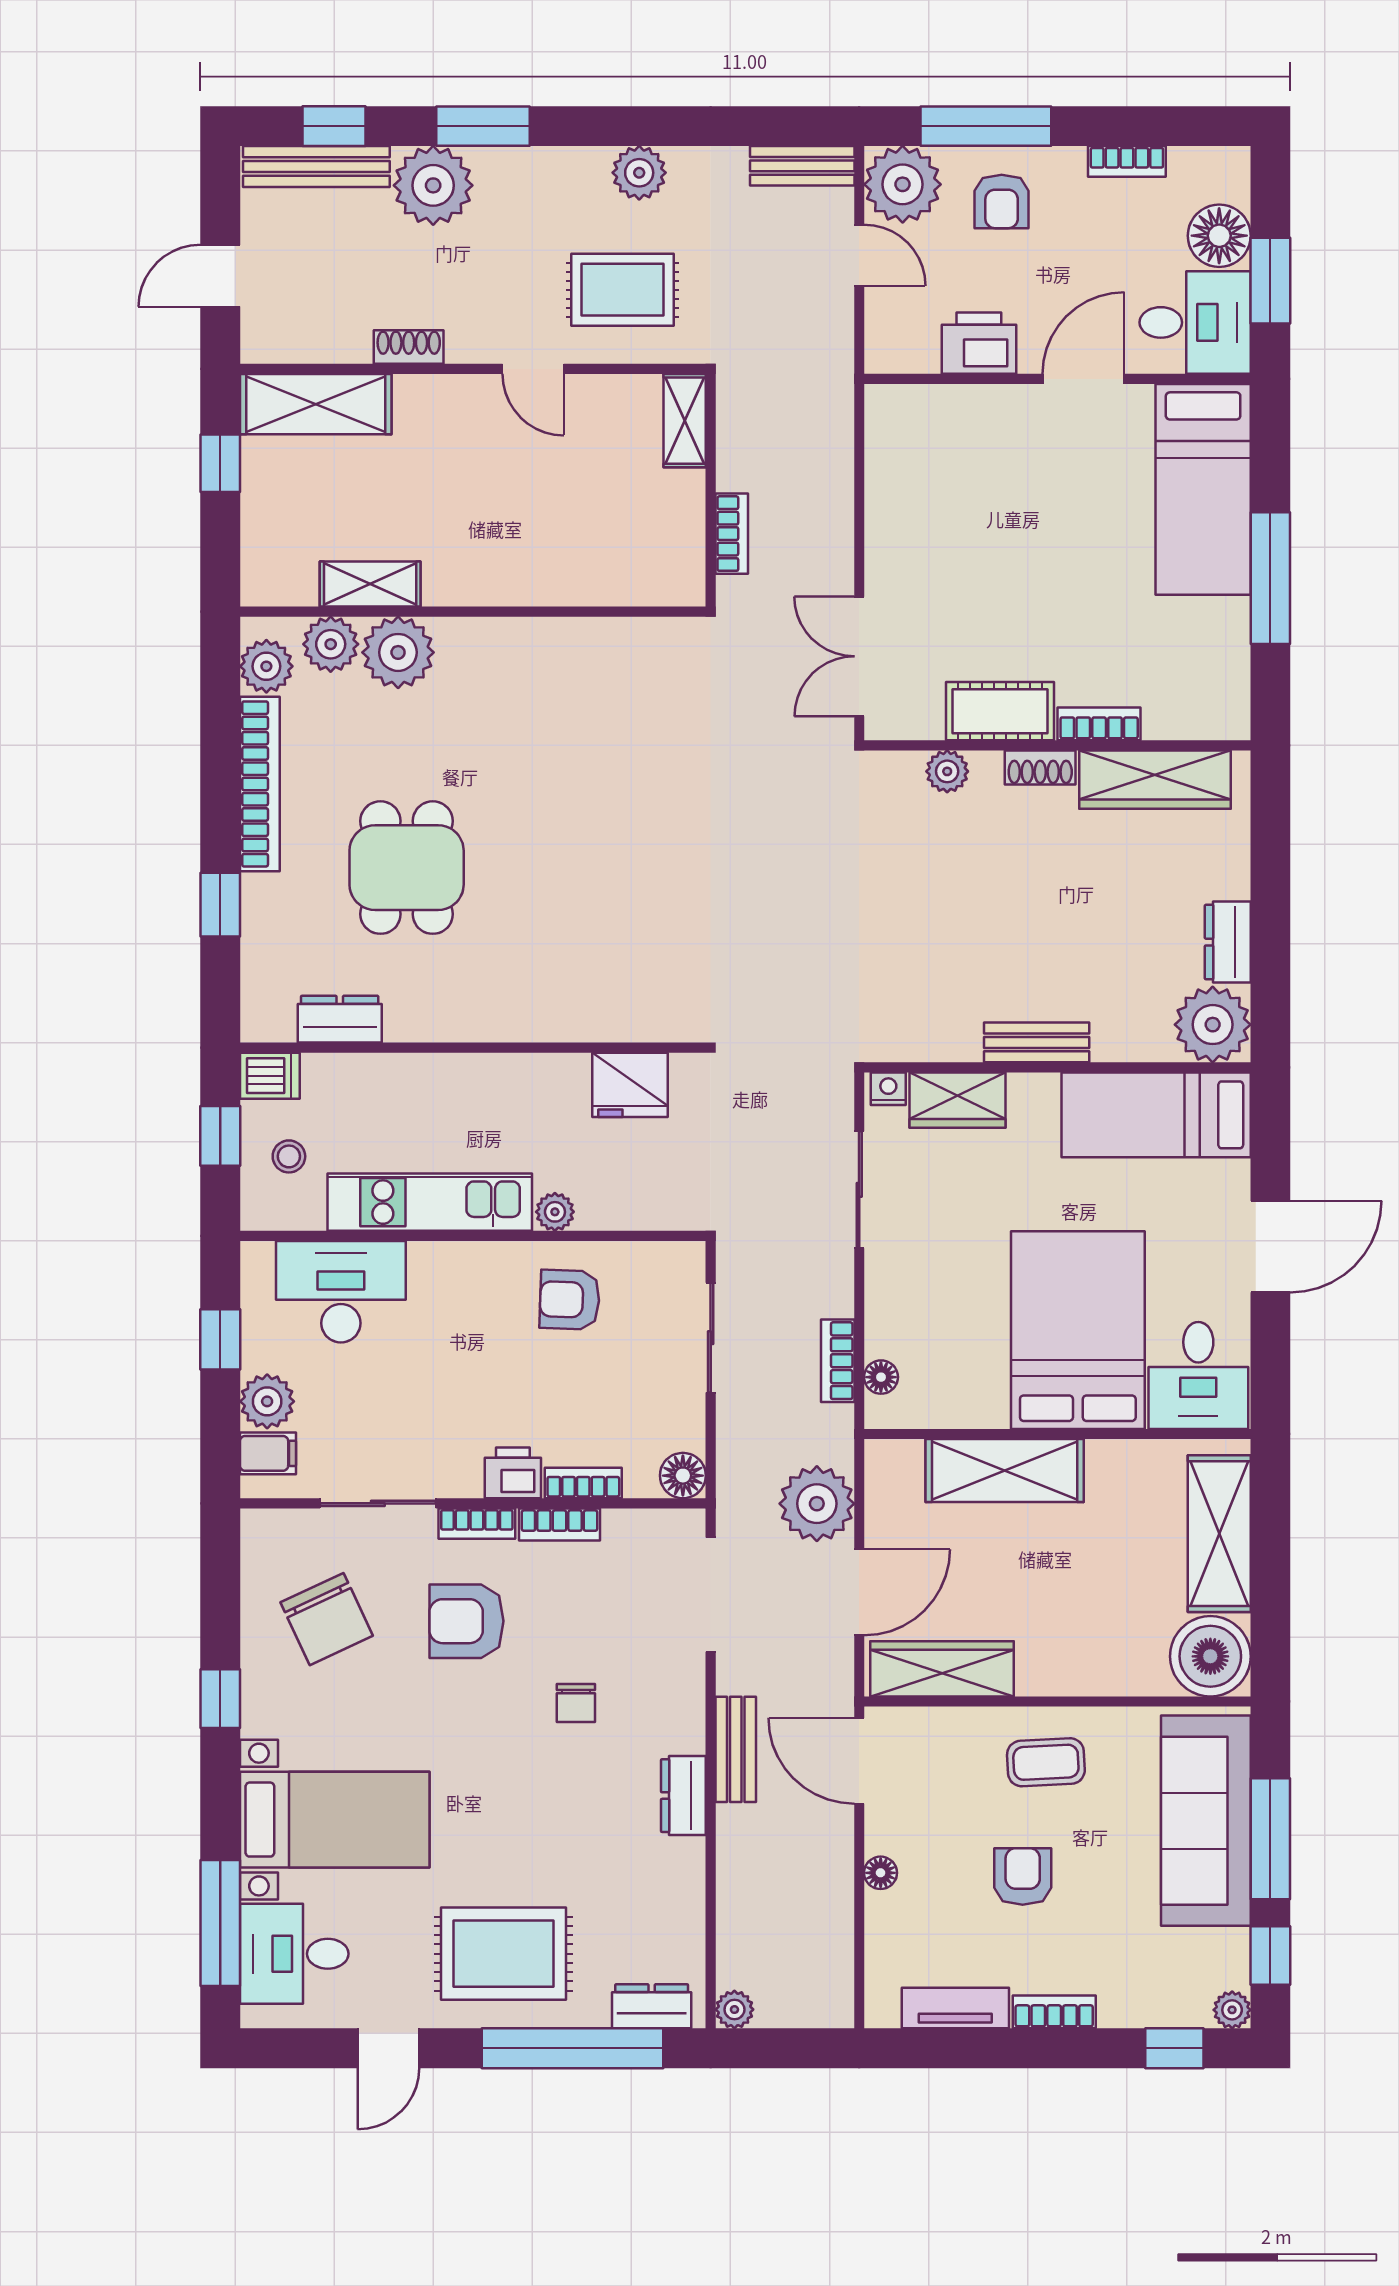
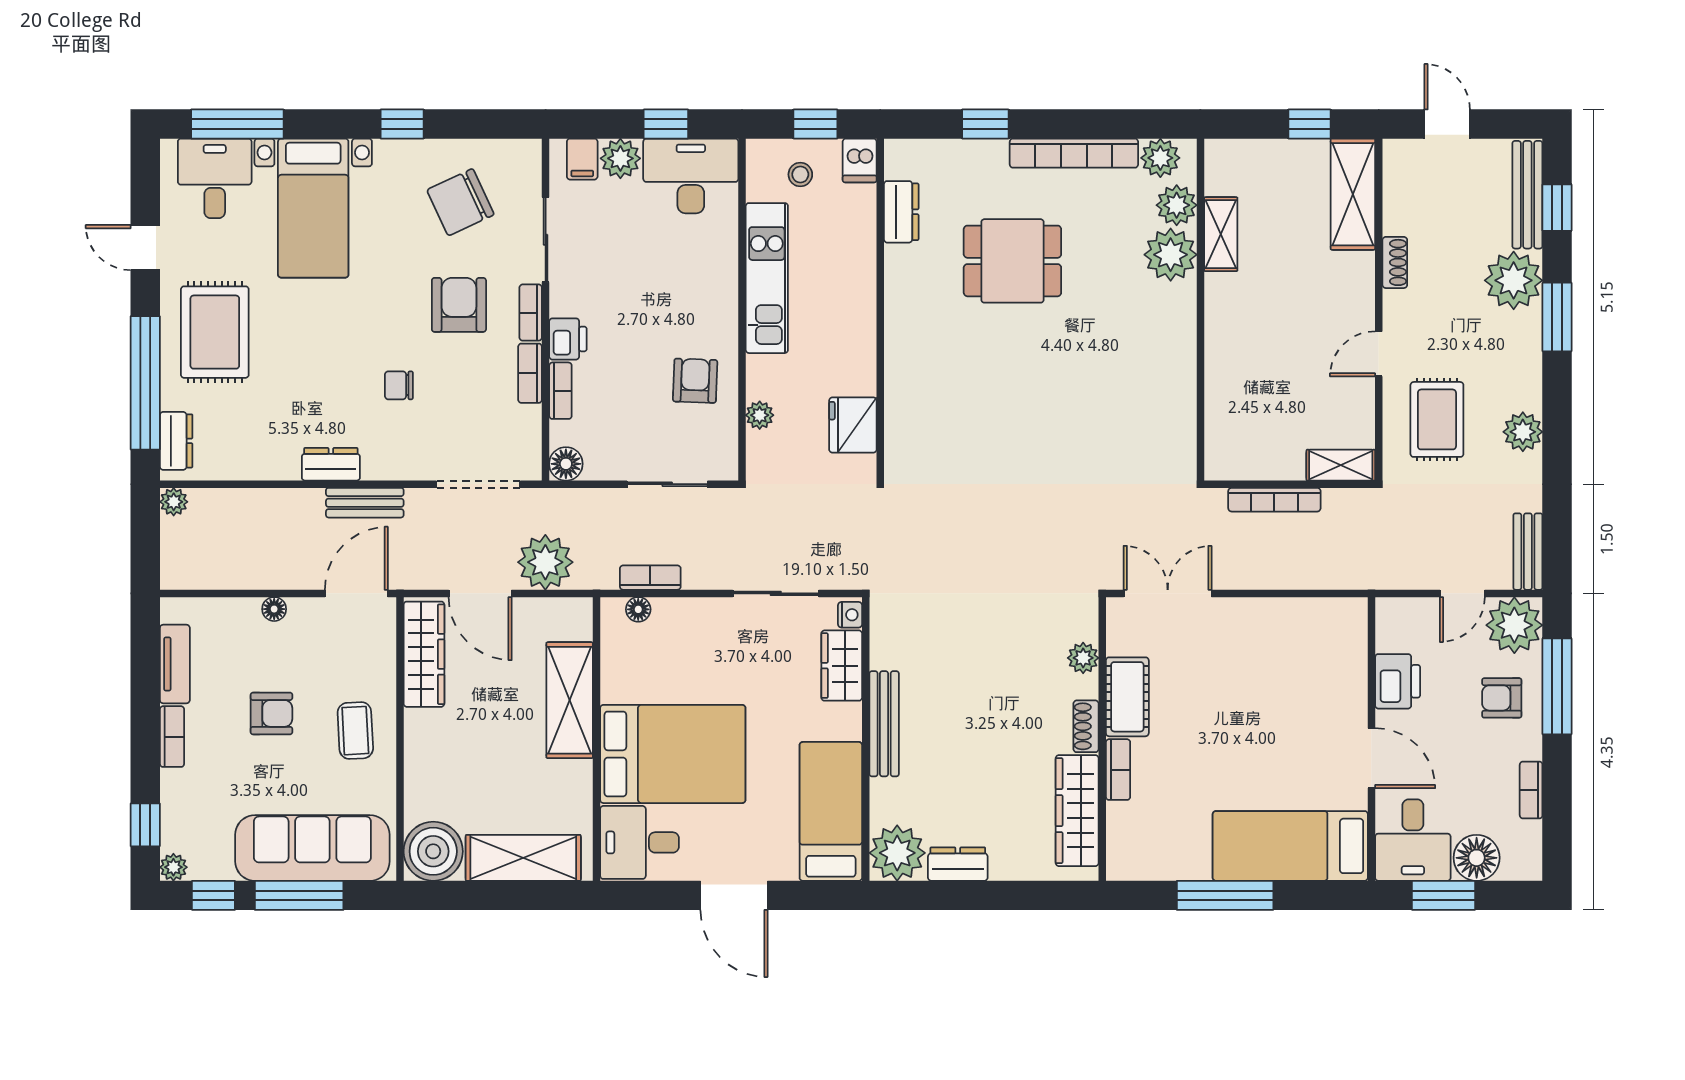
bookcase: (732, 534) -> (1274, 500), width x1.56
bench: (1037, 1042) -> (884, 724), width x1.36
plant: (555, 1212) -> (760, 415), moved
desk: (341, 1292) -> (691, 176), moved, turned -90

